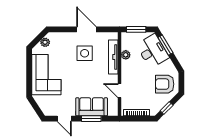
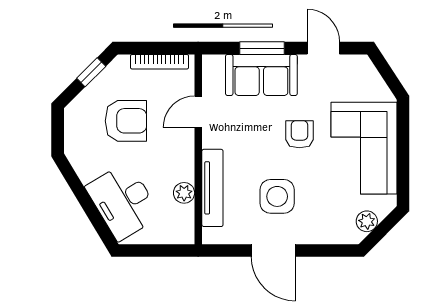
window: (136, 29) -> (160, 250), removed
window: (165, 45) -> (94, 215), removed
armchair: (75, 81) -> (299, 134), added
armchair: (165, 84) -> (126, 121), moved
door: (119, 91) -> (198, 112), swing flipped

